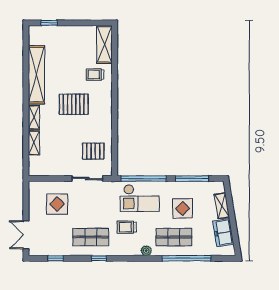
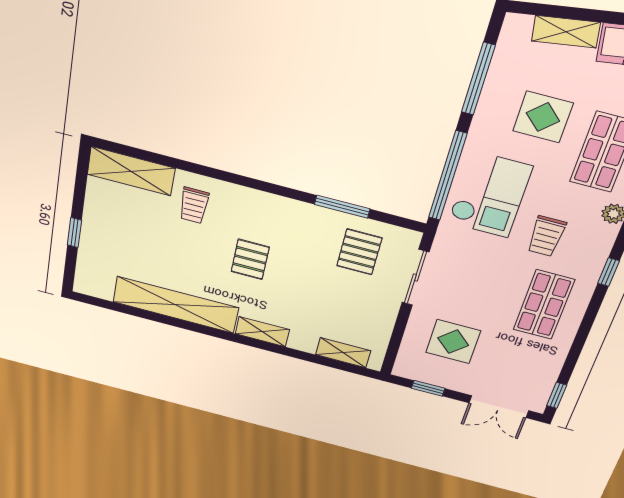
window: (49, 23) -> (74, 233), moved
pallet: (74, 104) -> (250, 259), width x0.67, depth x0.71
window: (115, 139) -> (342, 207), added
shelving: (34, 143) -> (343, 353), moved
window: (26, 200) -> (428, 388), added
window: (56, 258) -> (557, 395), moved
window: (99, 258) -> (608, 272), moved

